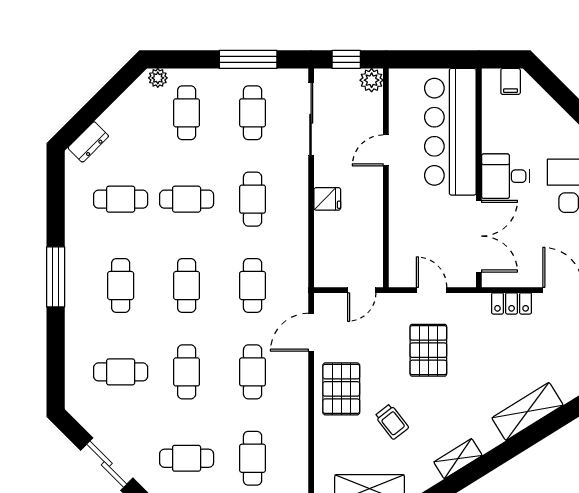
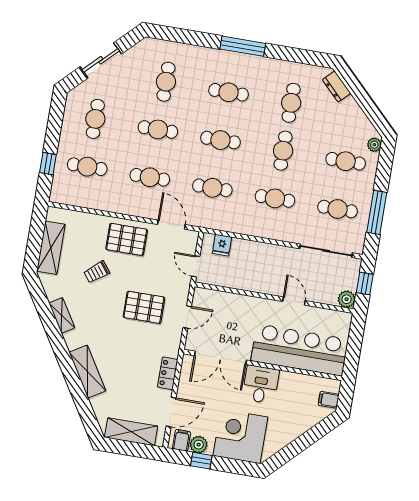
fridge: (327, 199) -> (222, 245), moved

